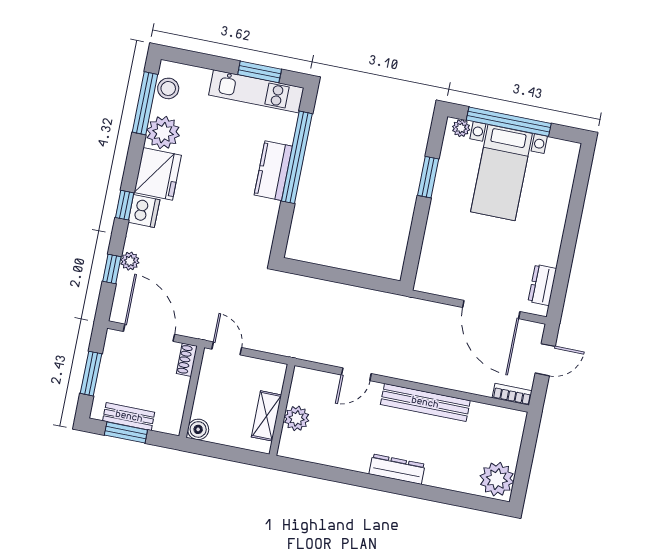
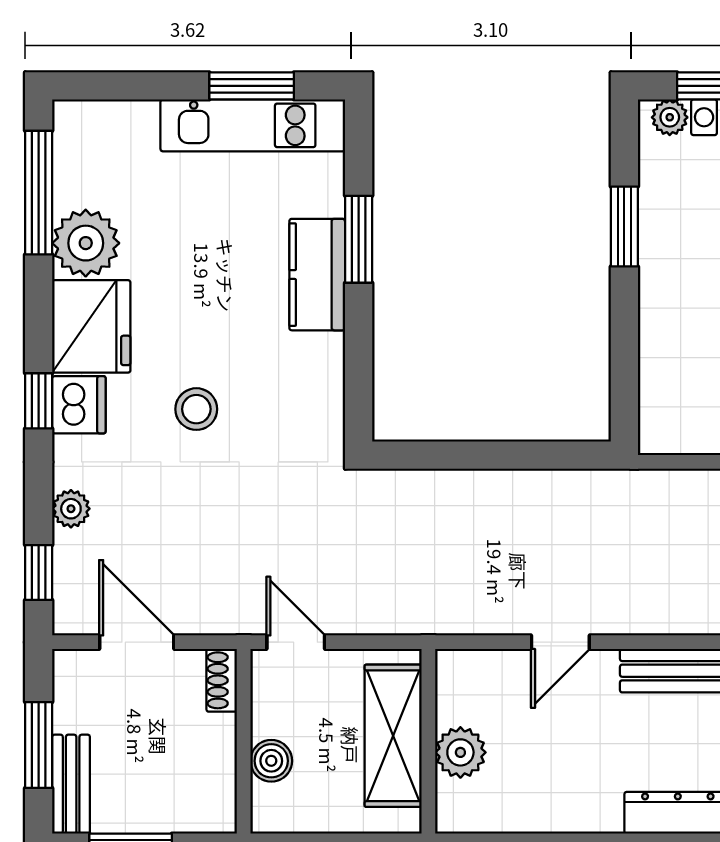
stool: (168, 88) -> (196, 409), moved
window: (297, 157) -> (359, 239), width x0.47
window: (112, 269) -> (39, 573), moved
door: (149, 333) -> (137, 642), width x0.73
shelving: (266, 416) -> (393, 736), width x1.50, depth x1.33
bench: (129, 417) -> (71, 784), moved, turned 90
boiler: (198, 429) -> (271, 761), moved

